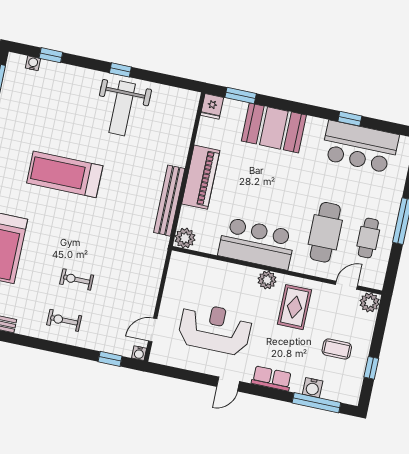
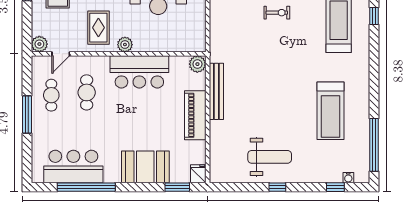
weight bench: (122, 108) -> (270, 157), turned 90
window: (350, 119) -> (86, 187), width x3.17
treadmill: (65, 174) -> (331, 111), moved, turned 90
cafe table: (325, 232) -> (87, 92), width x0.73, depth x0.74

